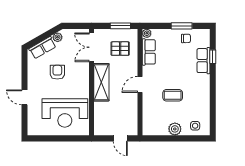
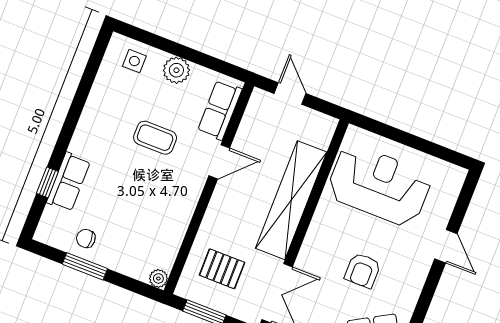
row of seats: (149, 52) -> (220, 110), moved
shelving: (101, 82) -> (291, 200), width x1.47
door: (140, 84) -> (219, 162), moved

